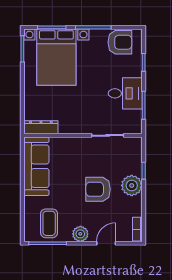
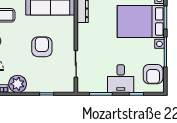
desk: (125, 93) -> (121, 79), moved
plant: (132, 186) -> (18, 84), moved
armchair: (98, 189) -> (42, 47), moved

